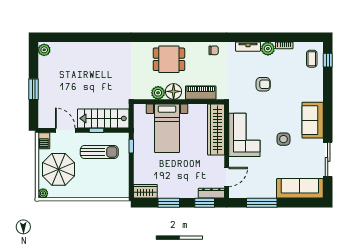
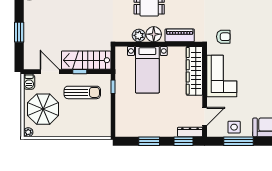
armchair: (263, 84) -> (223, 37), moved
side table: (283, 139) -> (234, 127), moved
wardrobe: (145, 191) -> (127, 130), removed

